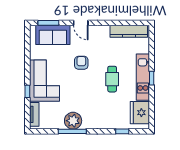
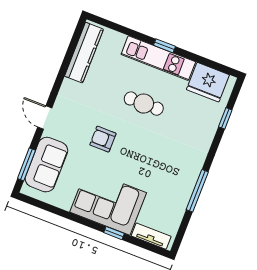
door: (81, 23) -> (45, 117), swing flipped
plant: (73, 121) -> (182, 184), removed

